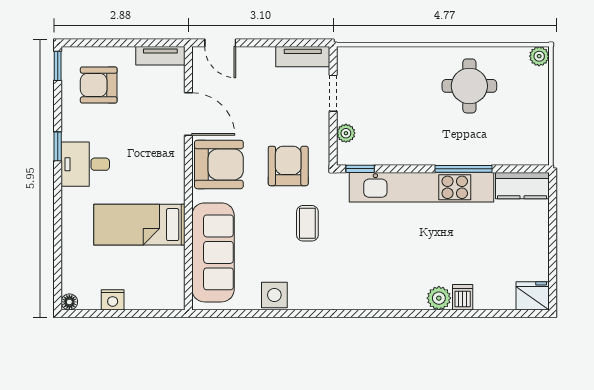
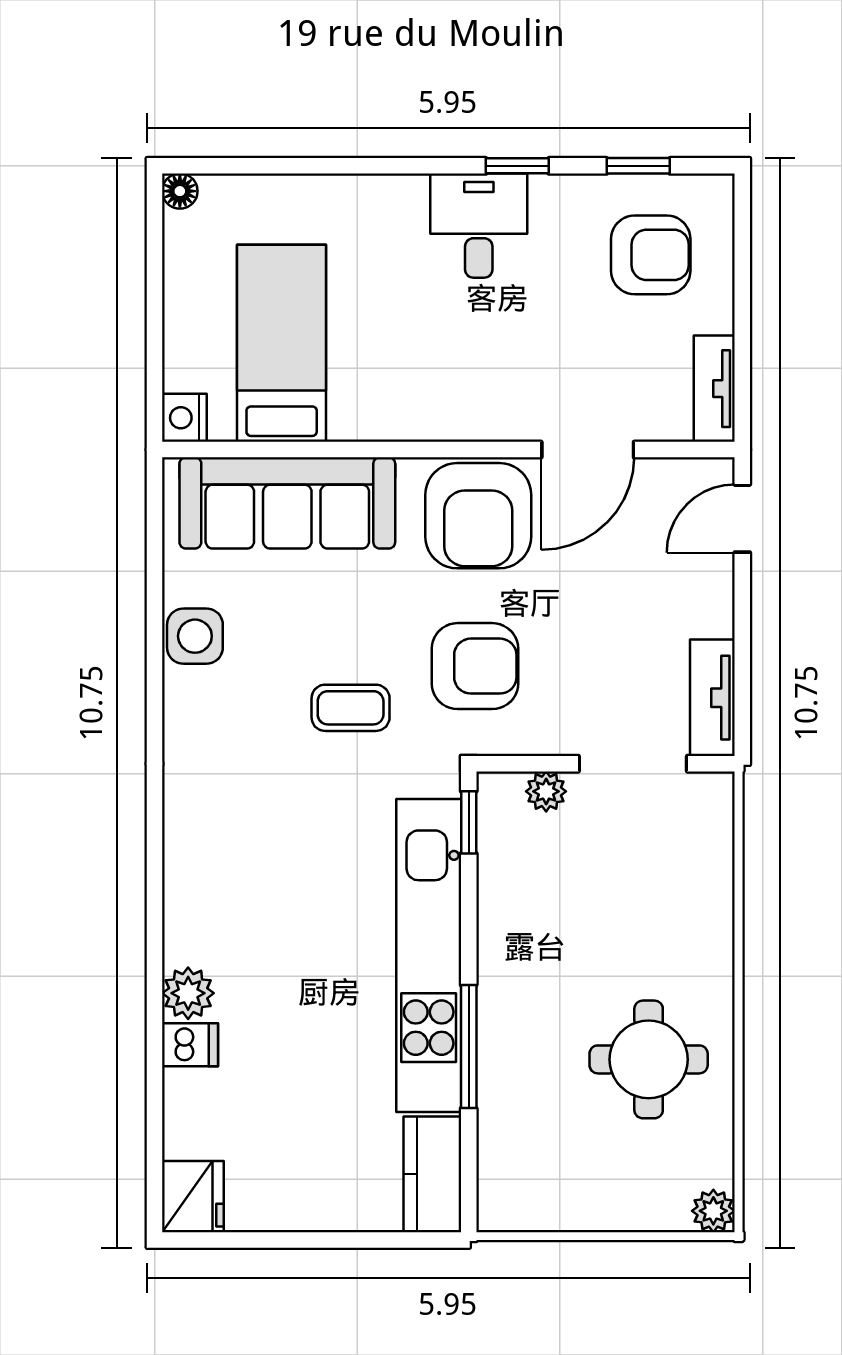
window: (58, 66) -> (638, 166), moved
armchair: (99, 85) -> (651, 255), turned 90
doorway: (333, 93) -> (633, 764), width x1.38
bed: (139, 225) -> (282, 343), moved
nightstand: (113, 300) -> (184, 418), moved

